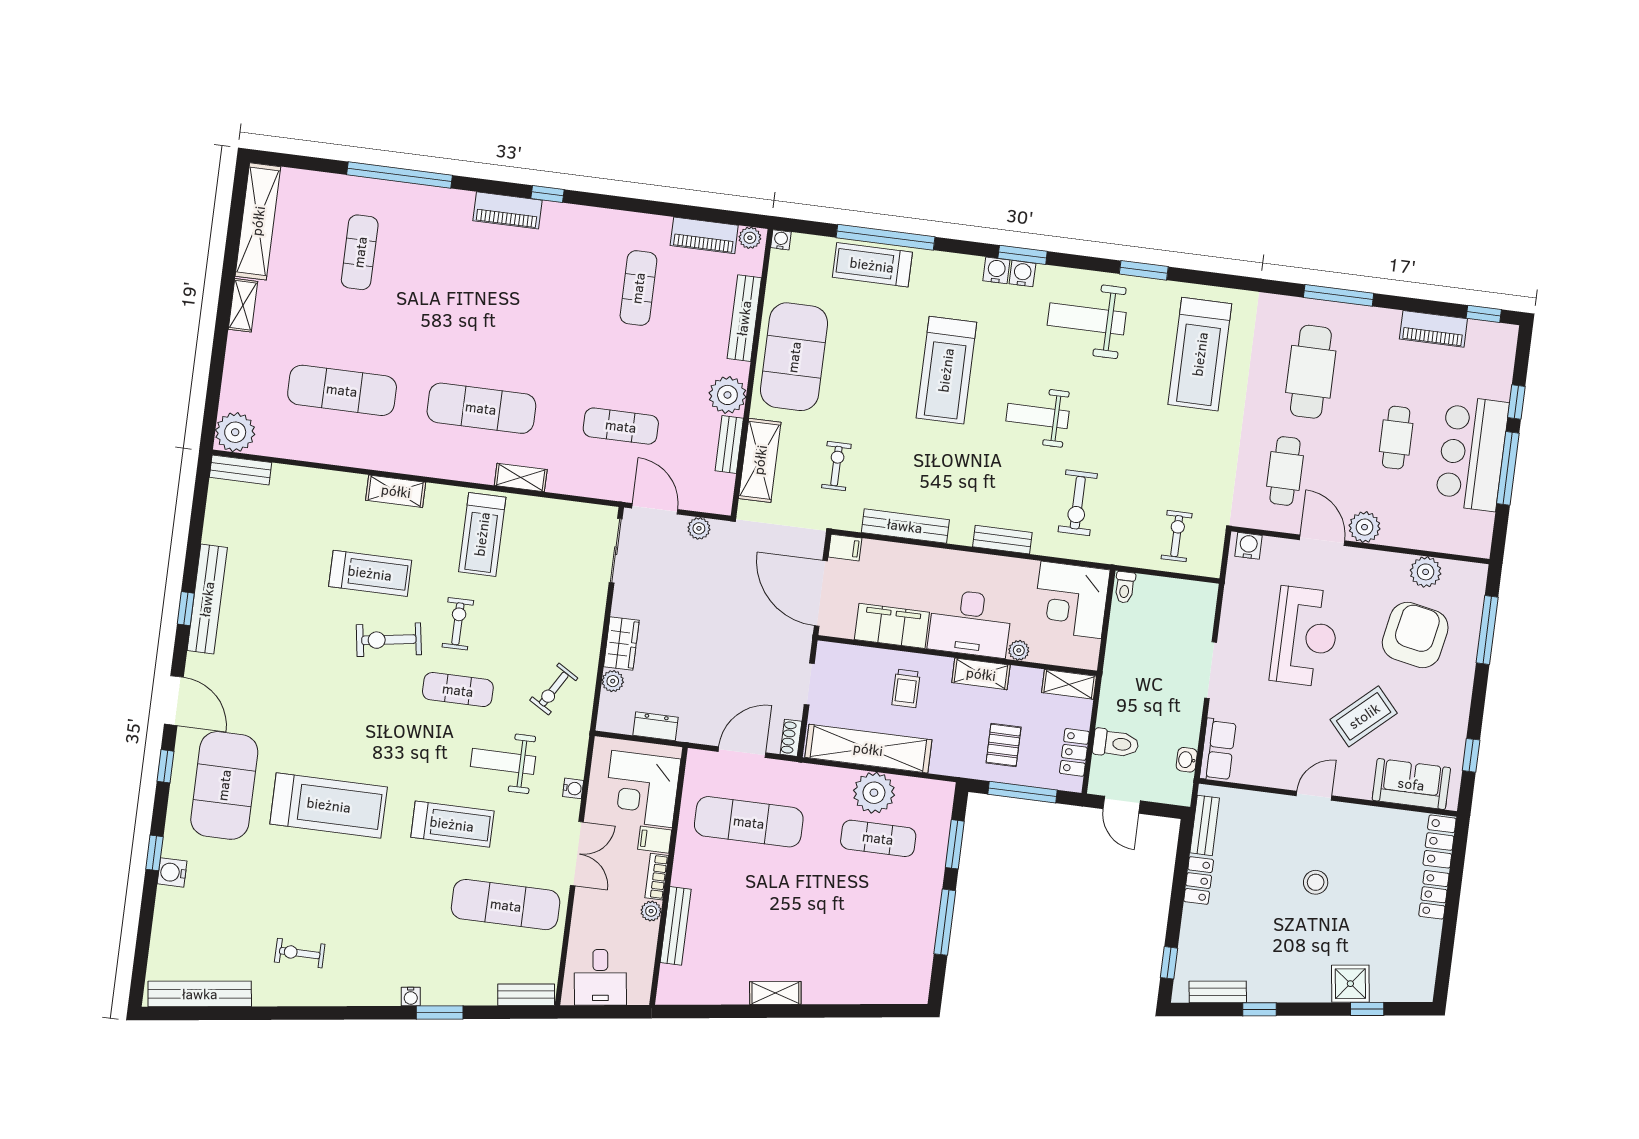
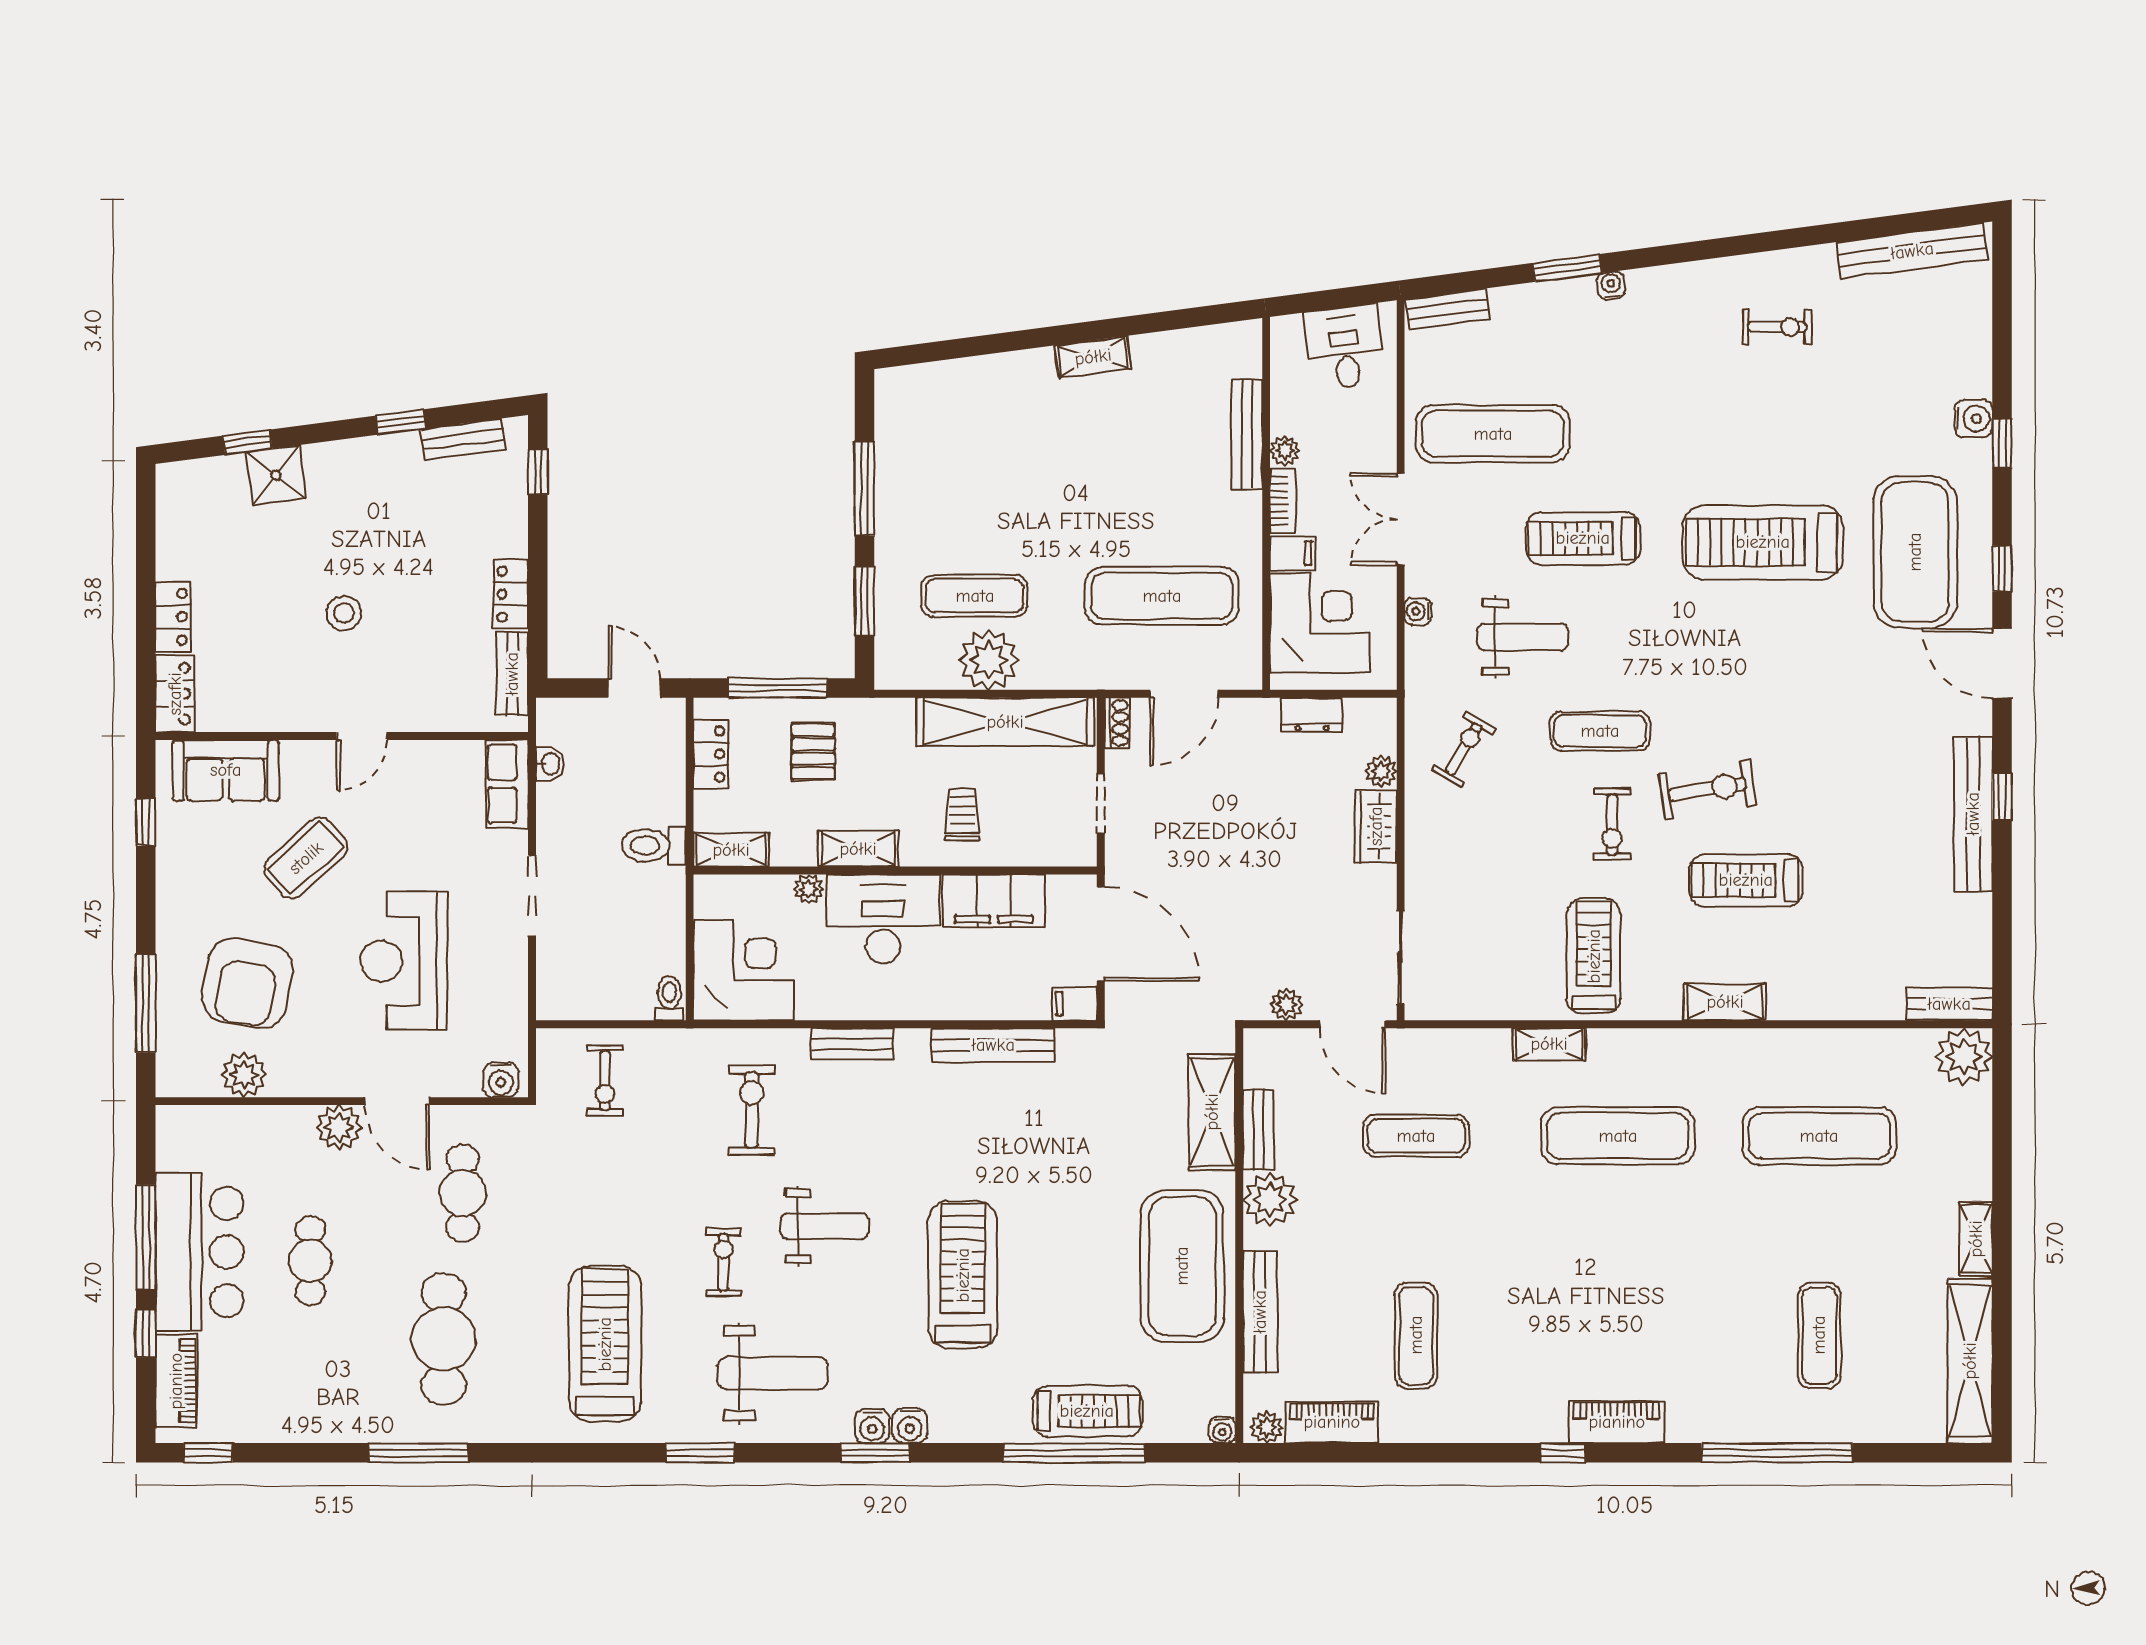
piano: (1433, 329) -> (176, 1381), moved, turned 90
exercise bike: (836, 466) -> (723, 1262), moved, turned 180
toilet: (1116, 743) -> (654, 845), moved

